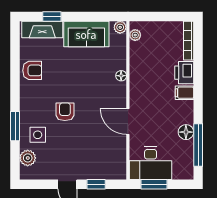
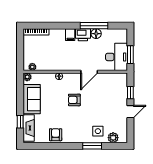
printer: (184, 73) -> (83, 35), moved
armchair: (65, 112) -> (74, 100), moved
window: (198, 145) -> (94, 26), moved

